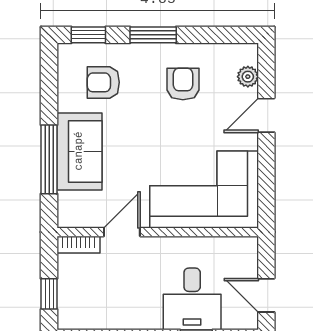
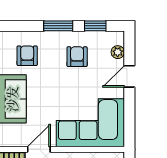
window: (88, 35) -> (95, 26), moved
armchair: (103, 82) -> (27, 56), turned 90

